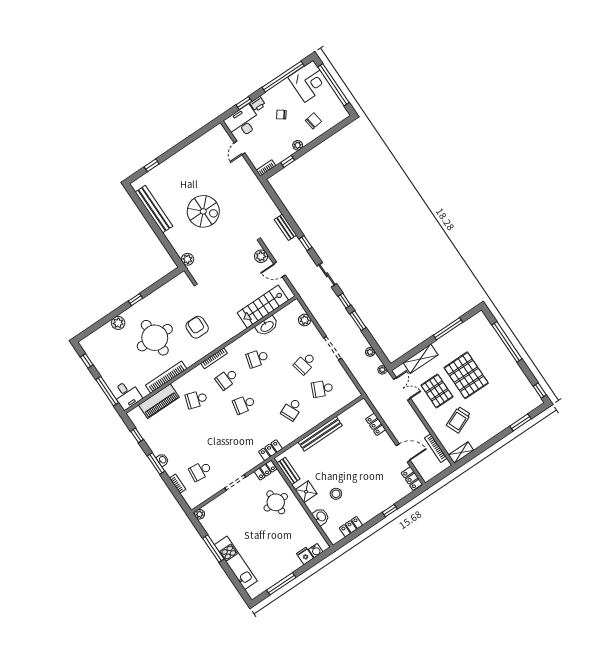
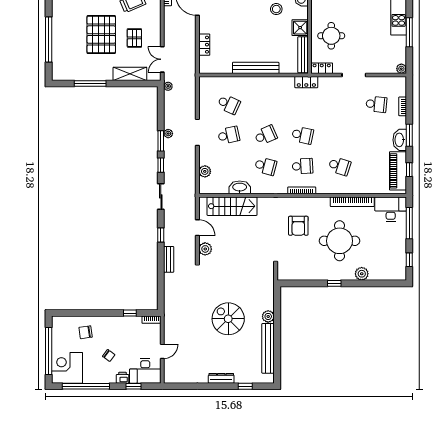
plant: (298, 145) -> (112, 321), removed
dresser: (176, 158) -> (221, 378), added
plant: (188, 259) -> (268, 316), moved
plant: (370, 352) -> (168, 134), moved
pallet: (437, 391) -> (134, 38), width x0.67, depth x0.71
desk: (127, 395) -> (391, 209), width x1.37
piano: (159, 401) -> (398, 171), moved, turned -90
school desk: (292, 409) -> (266, 135), moved
washbasin: (162, 460) -> (400, 140), width x1.91, depth x1.45
bench: (288, 471) -> (303, 55), width x1.36

